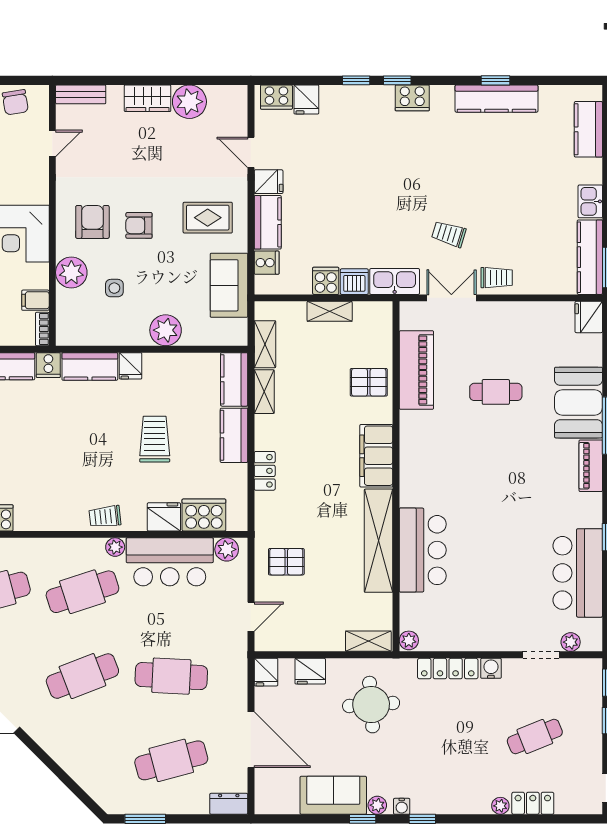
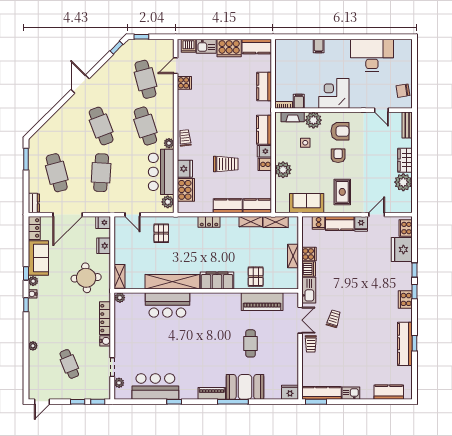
fridge: (306, 99) -> (402, 250), width x1.88, depth x1.34
fireplace: (65, 312) -> (293, 117), added
cooker: (48, 365) -> (265, 164), moved
locker: (533, 803) -> (34, 228), moved

